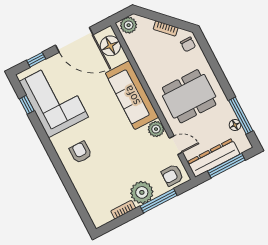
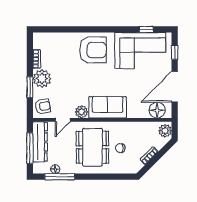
chair: (188, 44) -> (120, 148), moved
sofa: (132, 95) -> (108, 107), width x0.73
armchair: (81, 152) -> (93, 50), width x1.88, depth x1.88
armchair: (172, 175) -> (43, 106), turned 80
window: (159, 201) -> (30, 87), width x0.69

